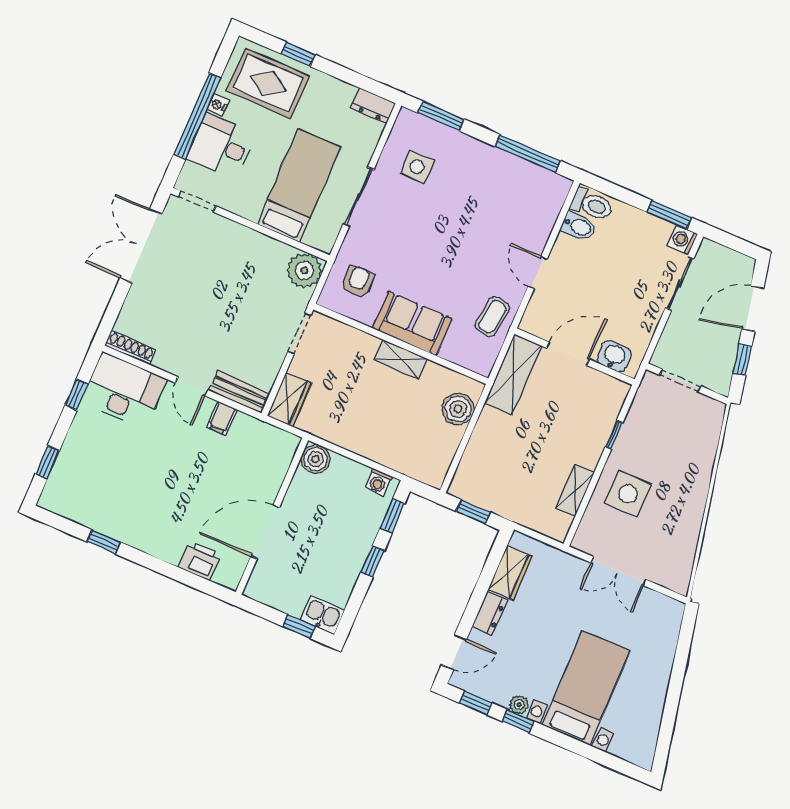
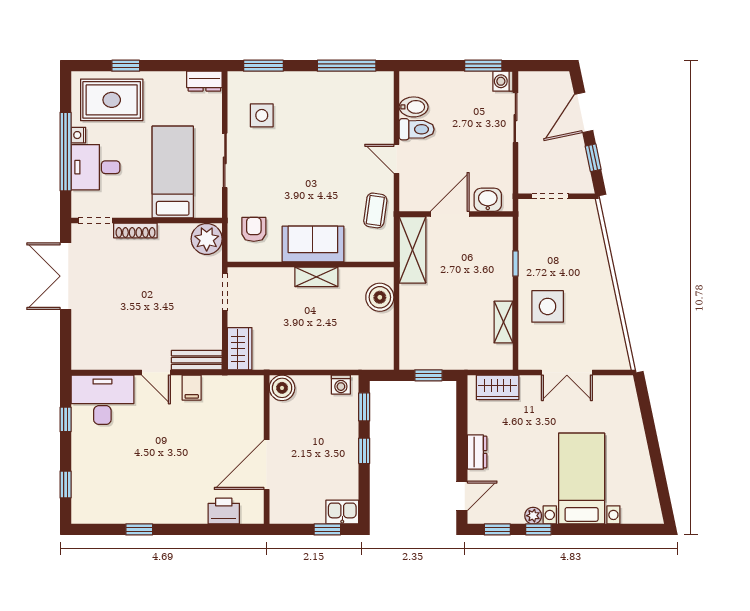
toilet: (592, 205) -> (417, 129), moved
shoe rack: (131, 348) -> (135, 231), moved, turned 180
wardrobe: (510, 573) -> (498, 387), moved, turned 90

